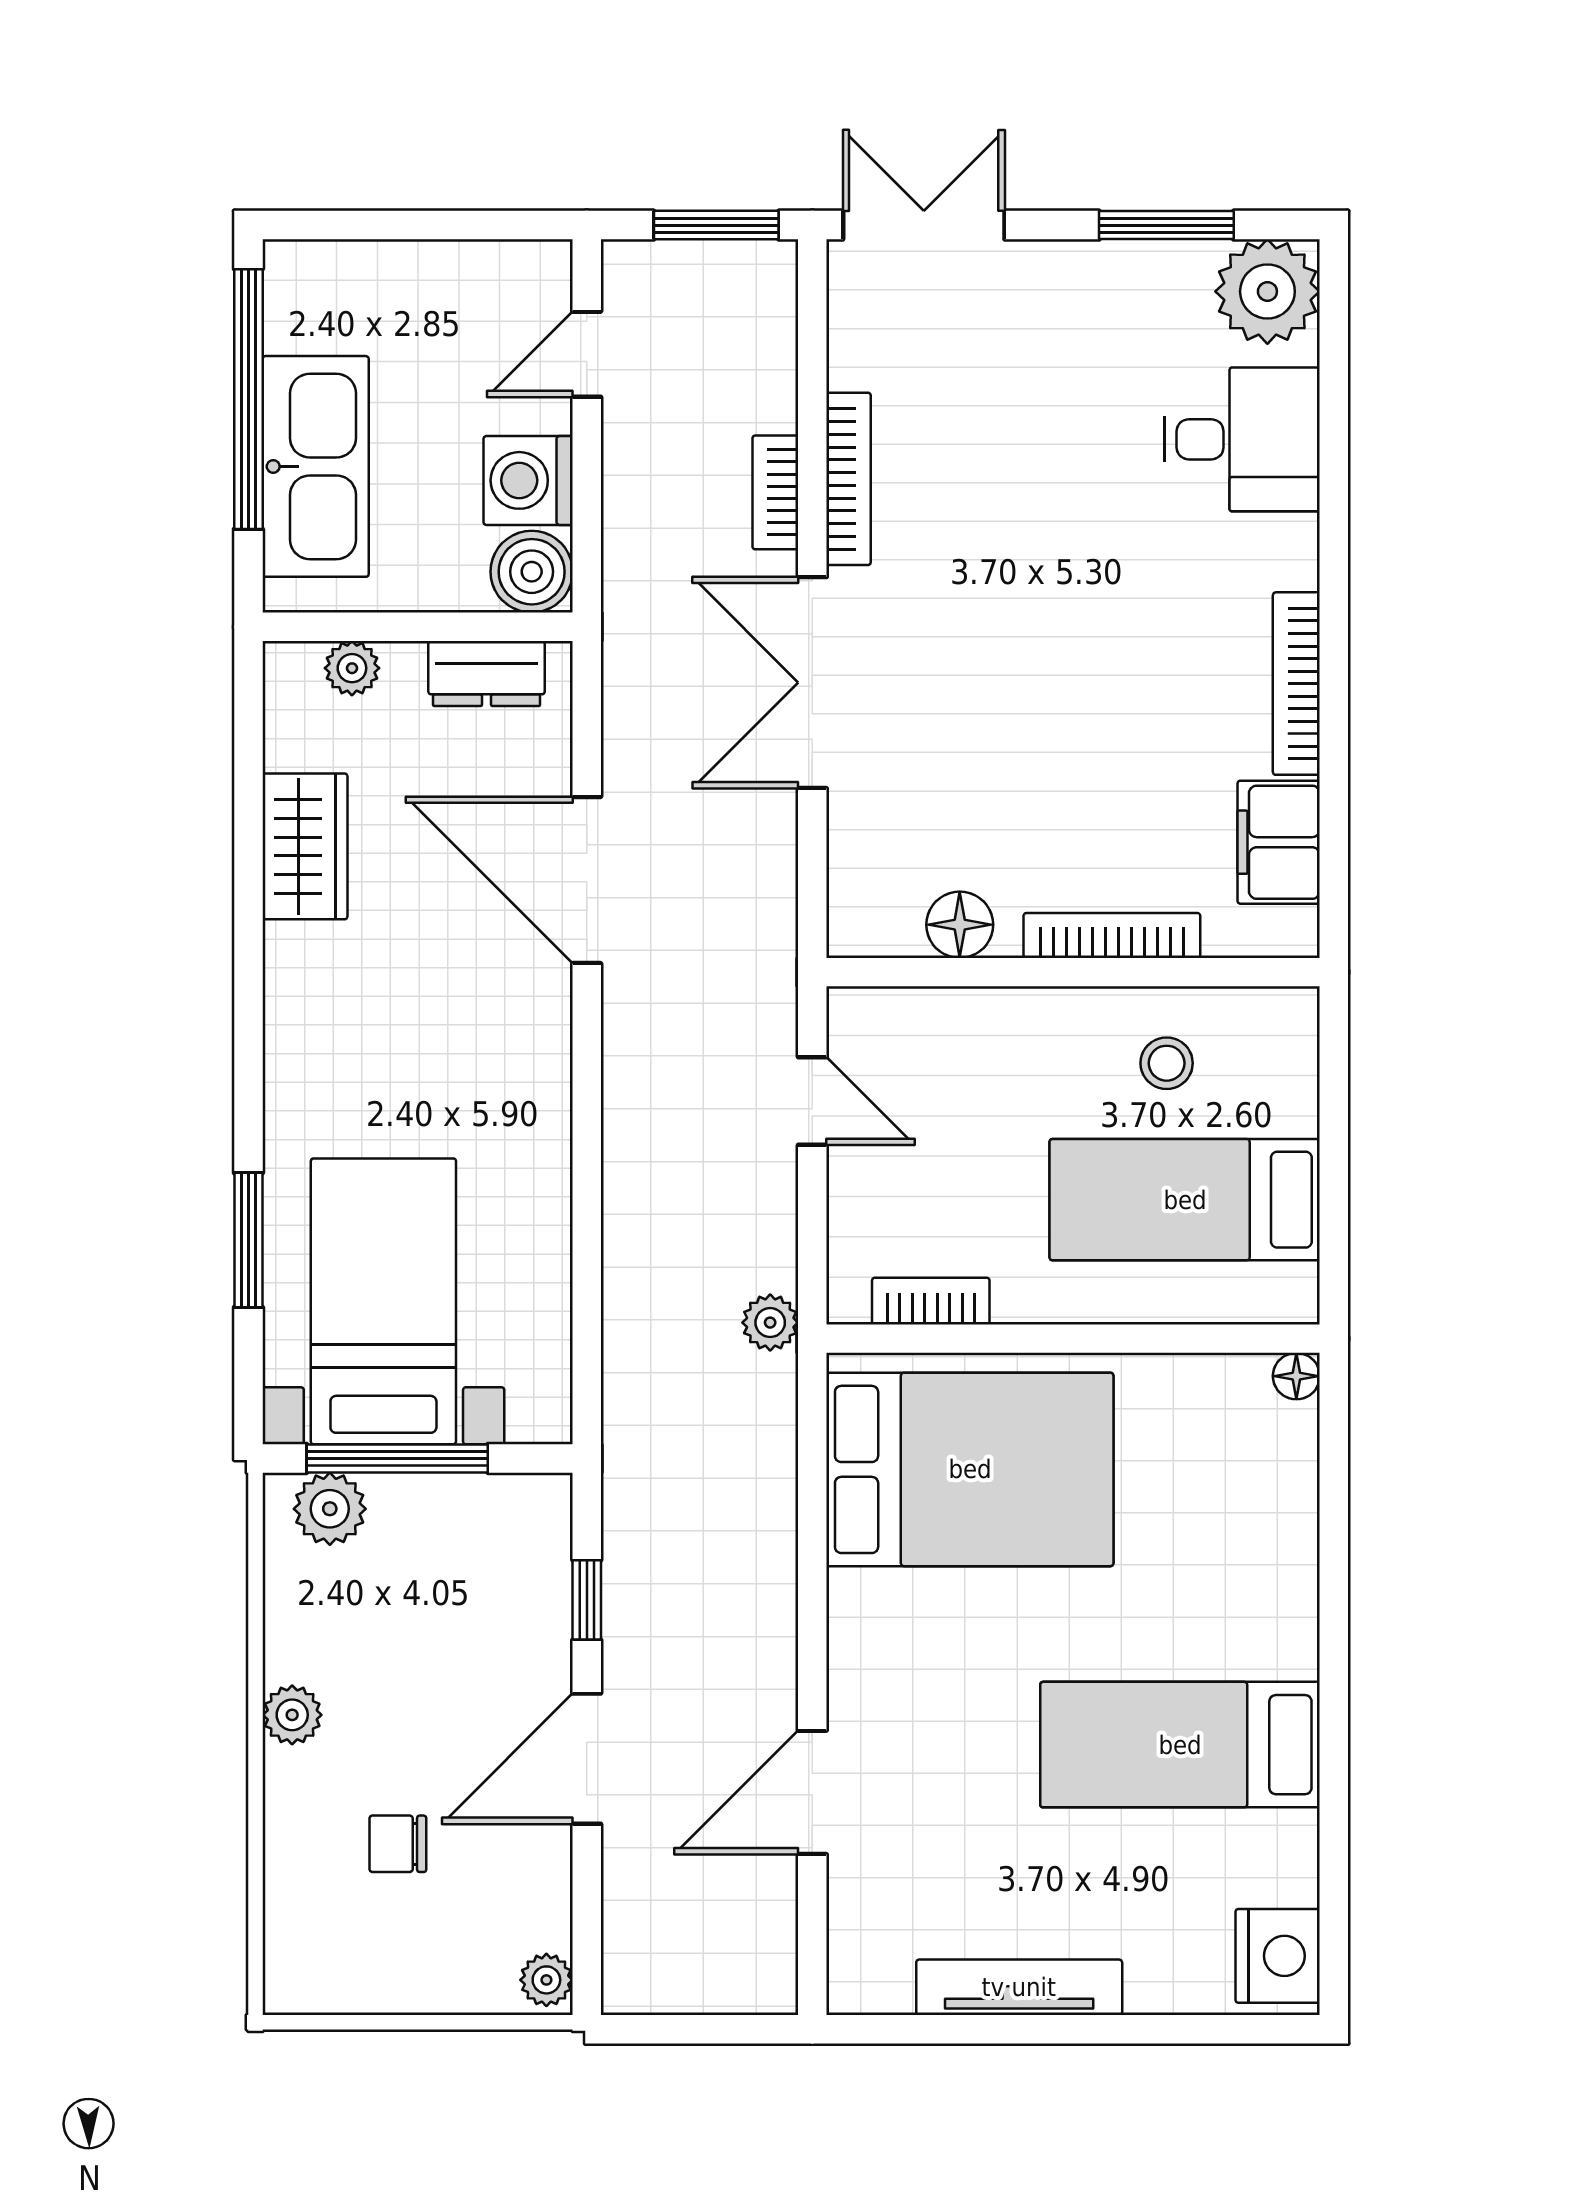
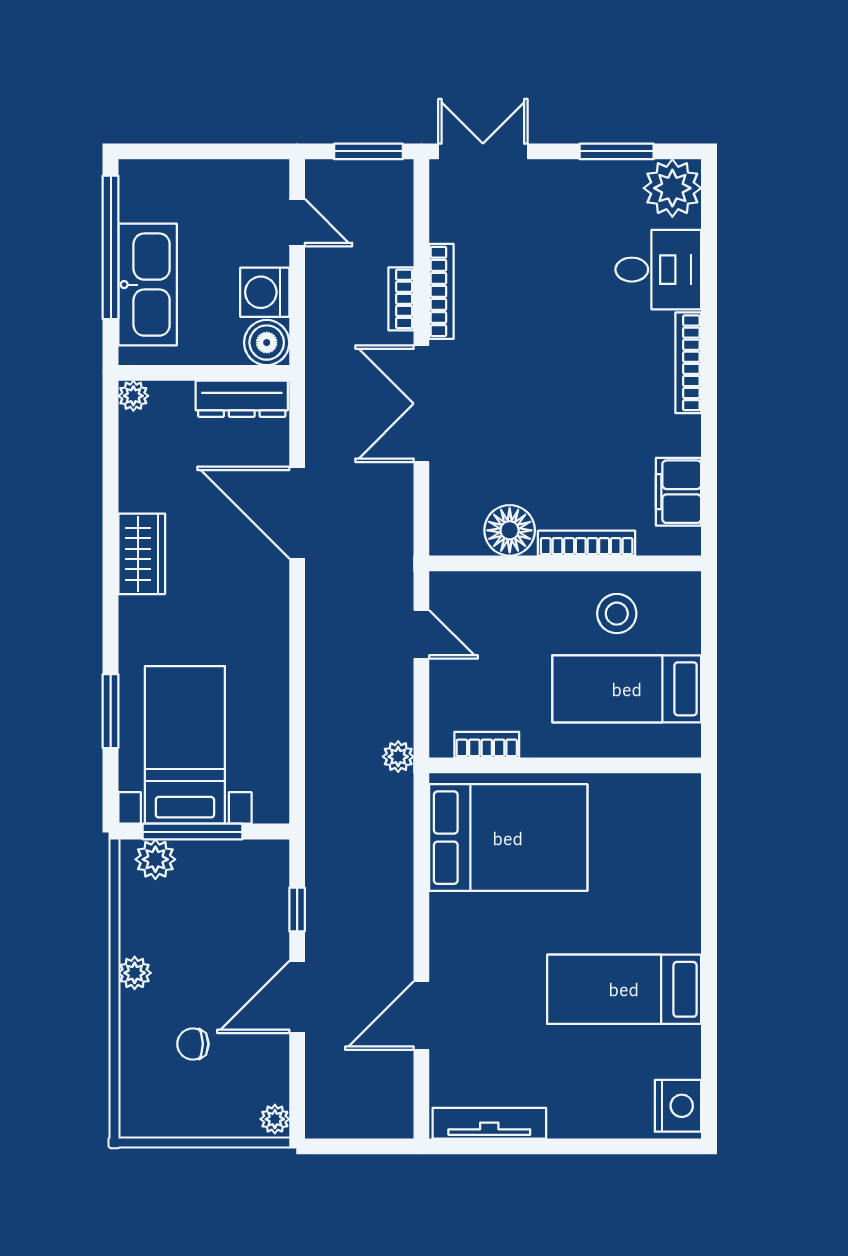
door: (587, 354) -> (297, 223), swing flipped
plant: (352, 668) -> (133, 396), moved
dresser: (487, 674) -> (242, 399), width x1.44
bookcase: (1296, 684) -> (688, 363), moved
wardrobe: (305, 846) -> (142, 554), moved
floor lamp: (960, 925) -> (510, 530), width x1.38, depth x1.38
stool: (1167, 1063) -> (617, 614), width x1.37, depth x1.37
floor lamp: (1296, 1376) -> (688, 786), removed
tv unit: (1019, 1987) -> (489, 1123), moved

